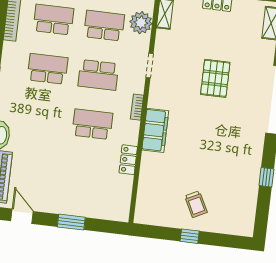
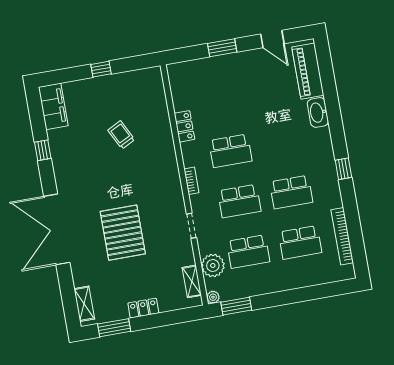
school desk: (98, 75) -> (239, 201), turned 180
pallet: (215, 78) -> (123, 233), width x1.37, depth x1.41
filing cabinet: (155, 130) -> (53, 106), moved, turned 180
trolley: (196, 204) -> (121, 135), moved

